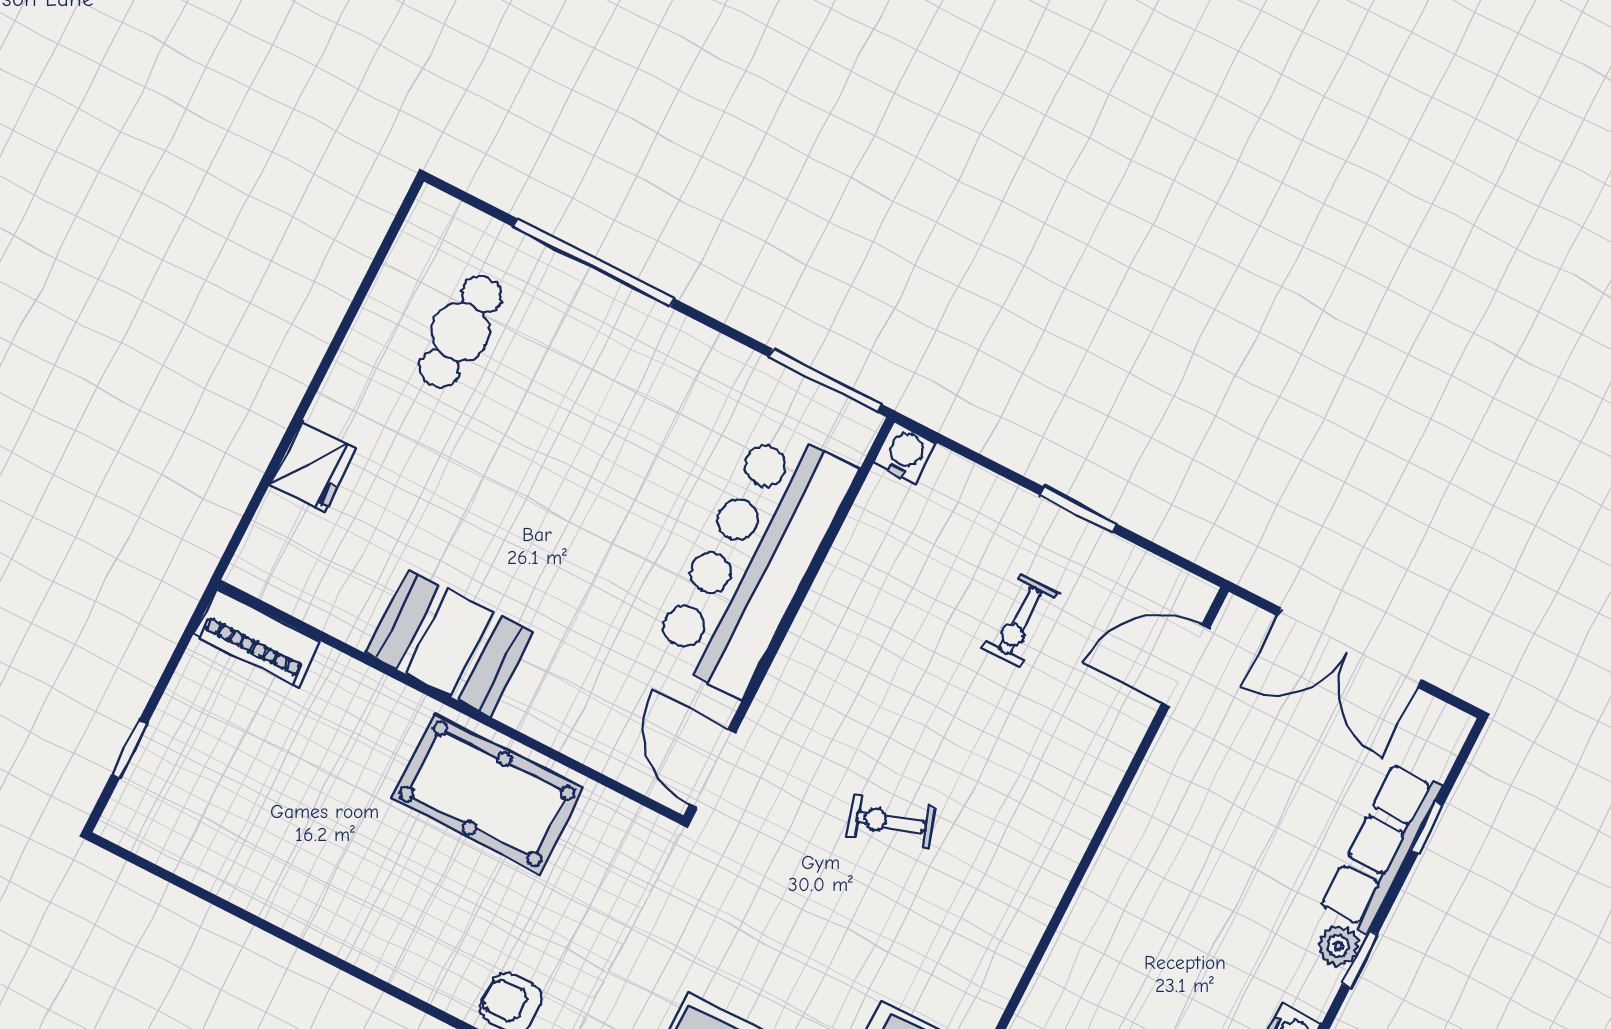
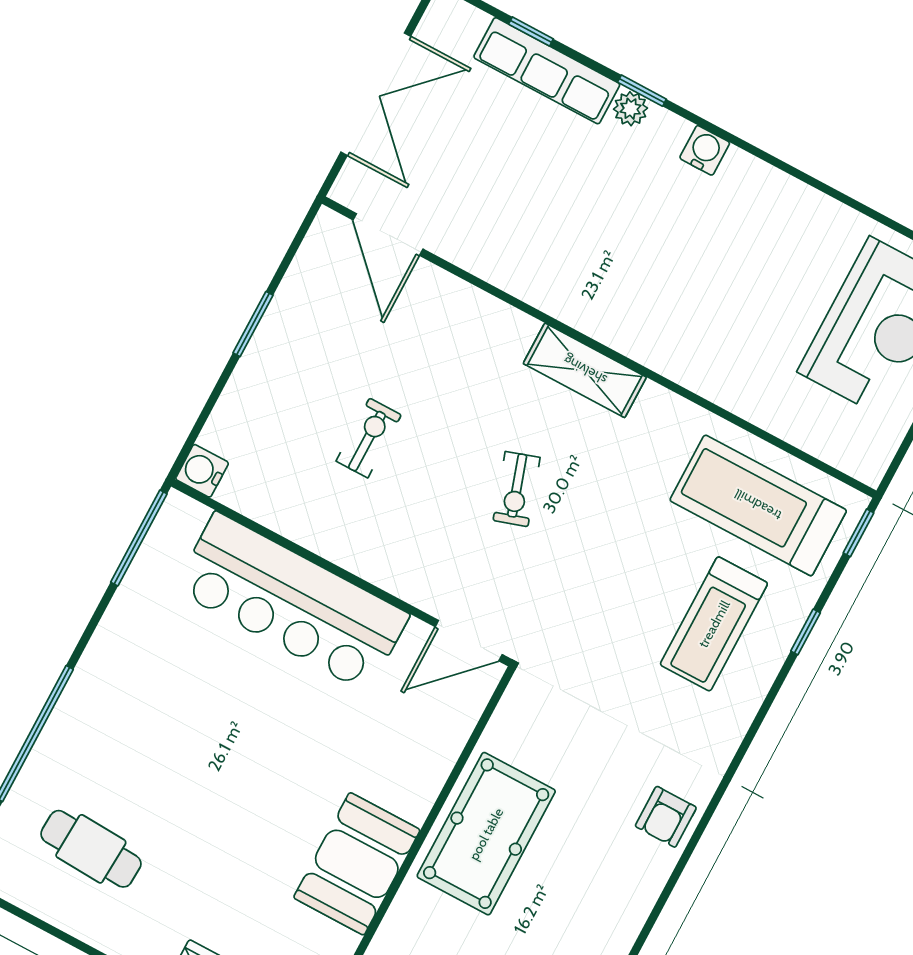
exercise bike: (1020, 621) -> (369, 438), moved, turned -90
shelving: (1031, 899) -> (585, 370), added

